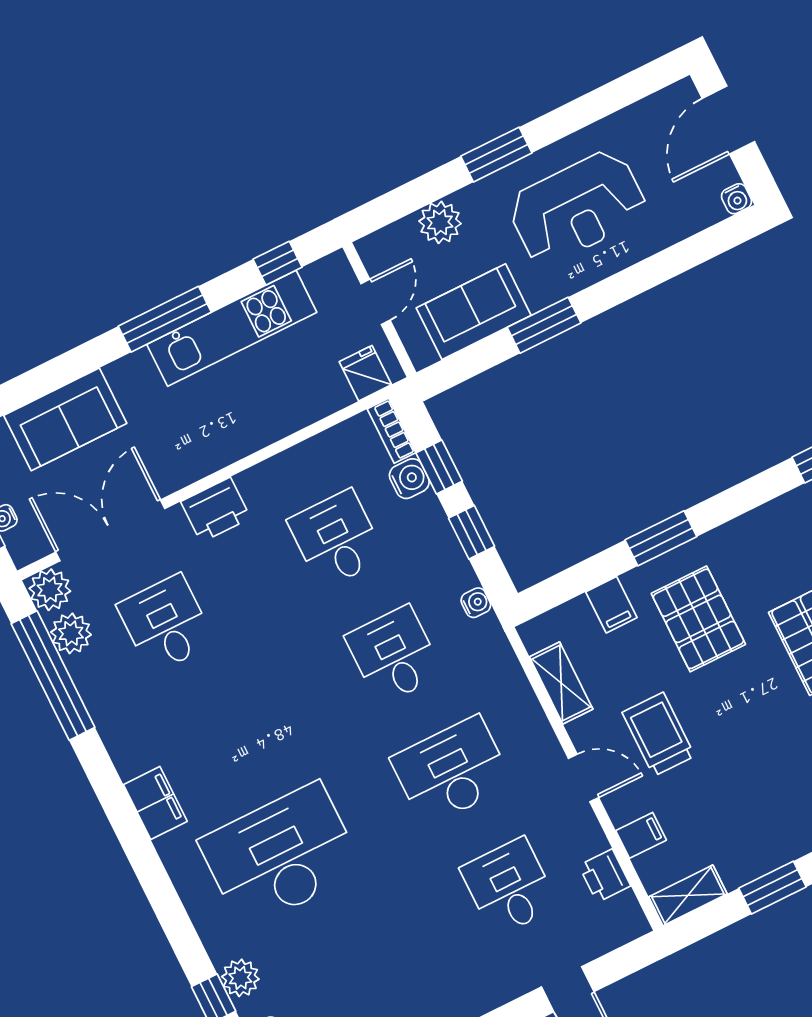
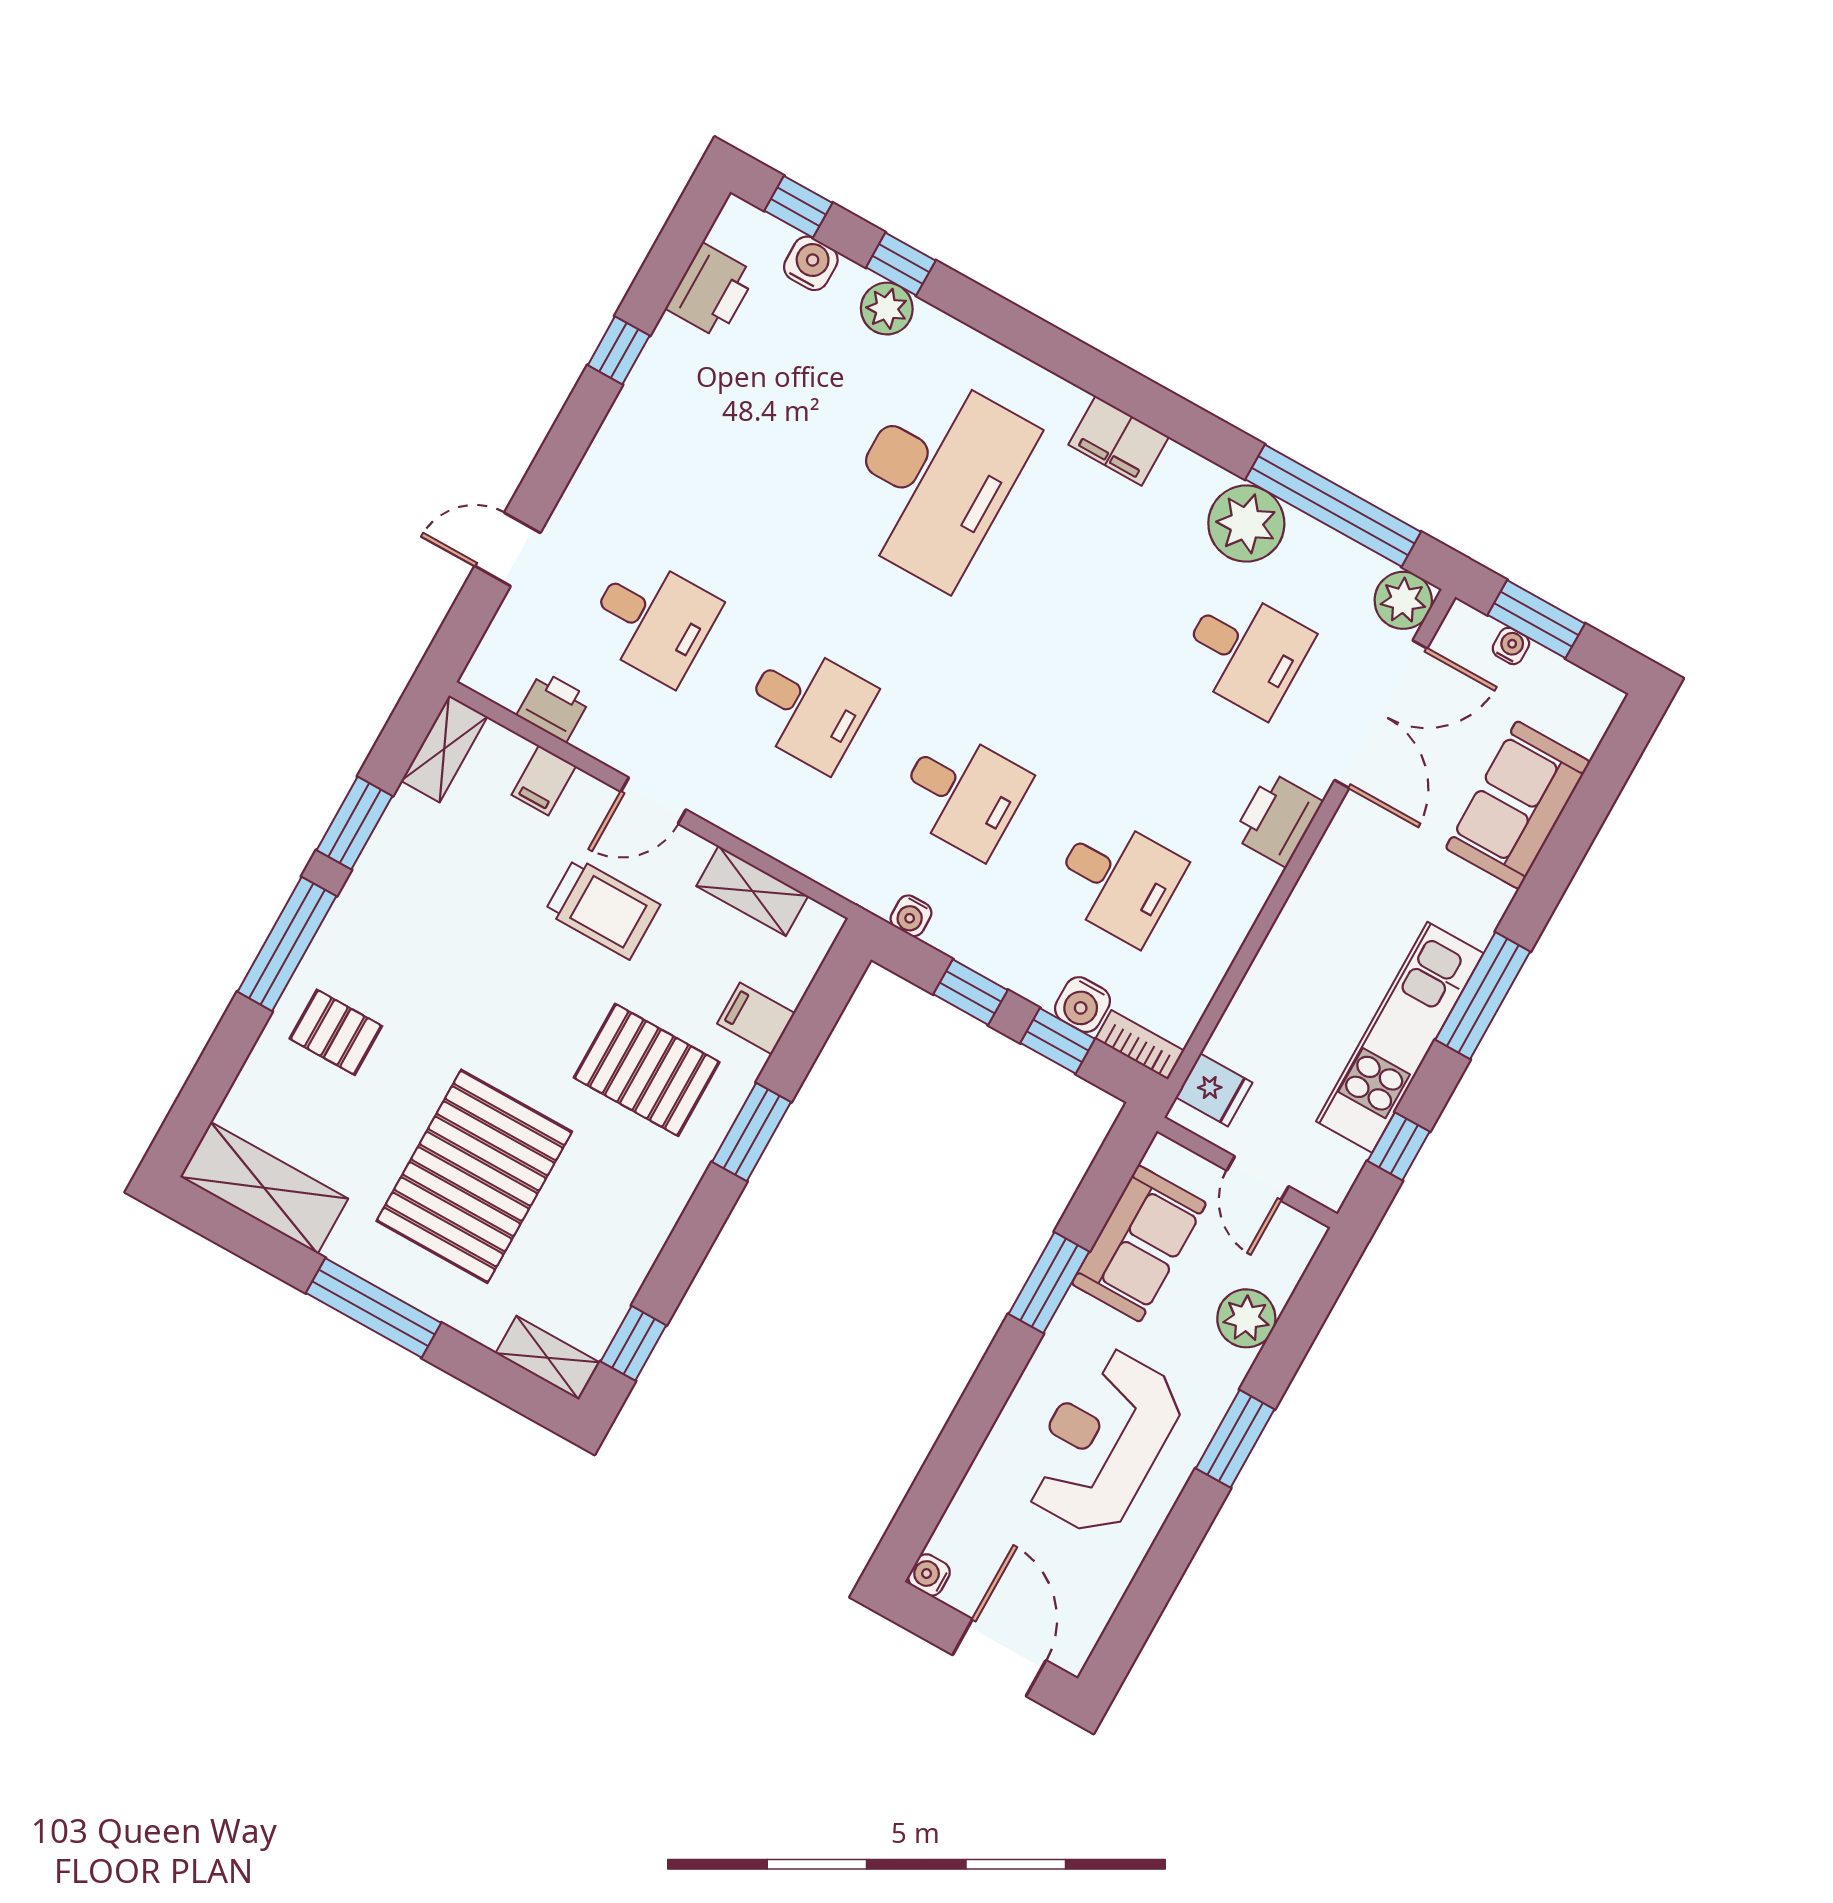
plant: (71, 633) -> (1246, 524), moved, width x1.36, depth x1.36
desk: (452, 771) -> (808, 706), width x0.73

